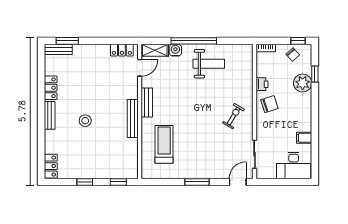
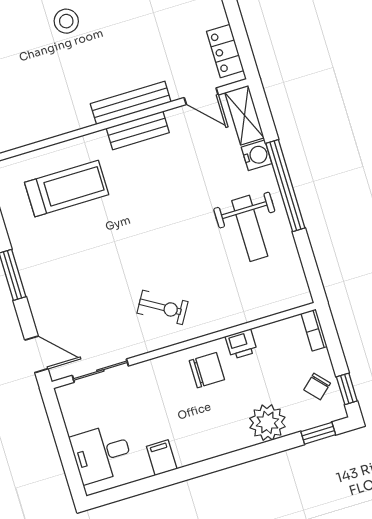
window: (315, 74) -> (318, 433), moved
chair: (269, 104) -> (207, 370), turned -72
bench: (133, 119) -> (131, 103), moved
desk: (294, 165) -> (102, 454), width x0.73

